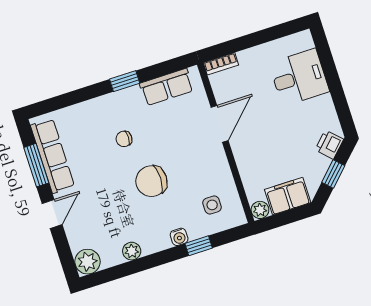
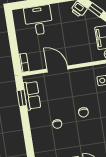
window: (125, 81) -> (22, 98), moved
chair: (151, 181) -> (83, 112), width x0.54, depth x0.54

